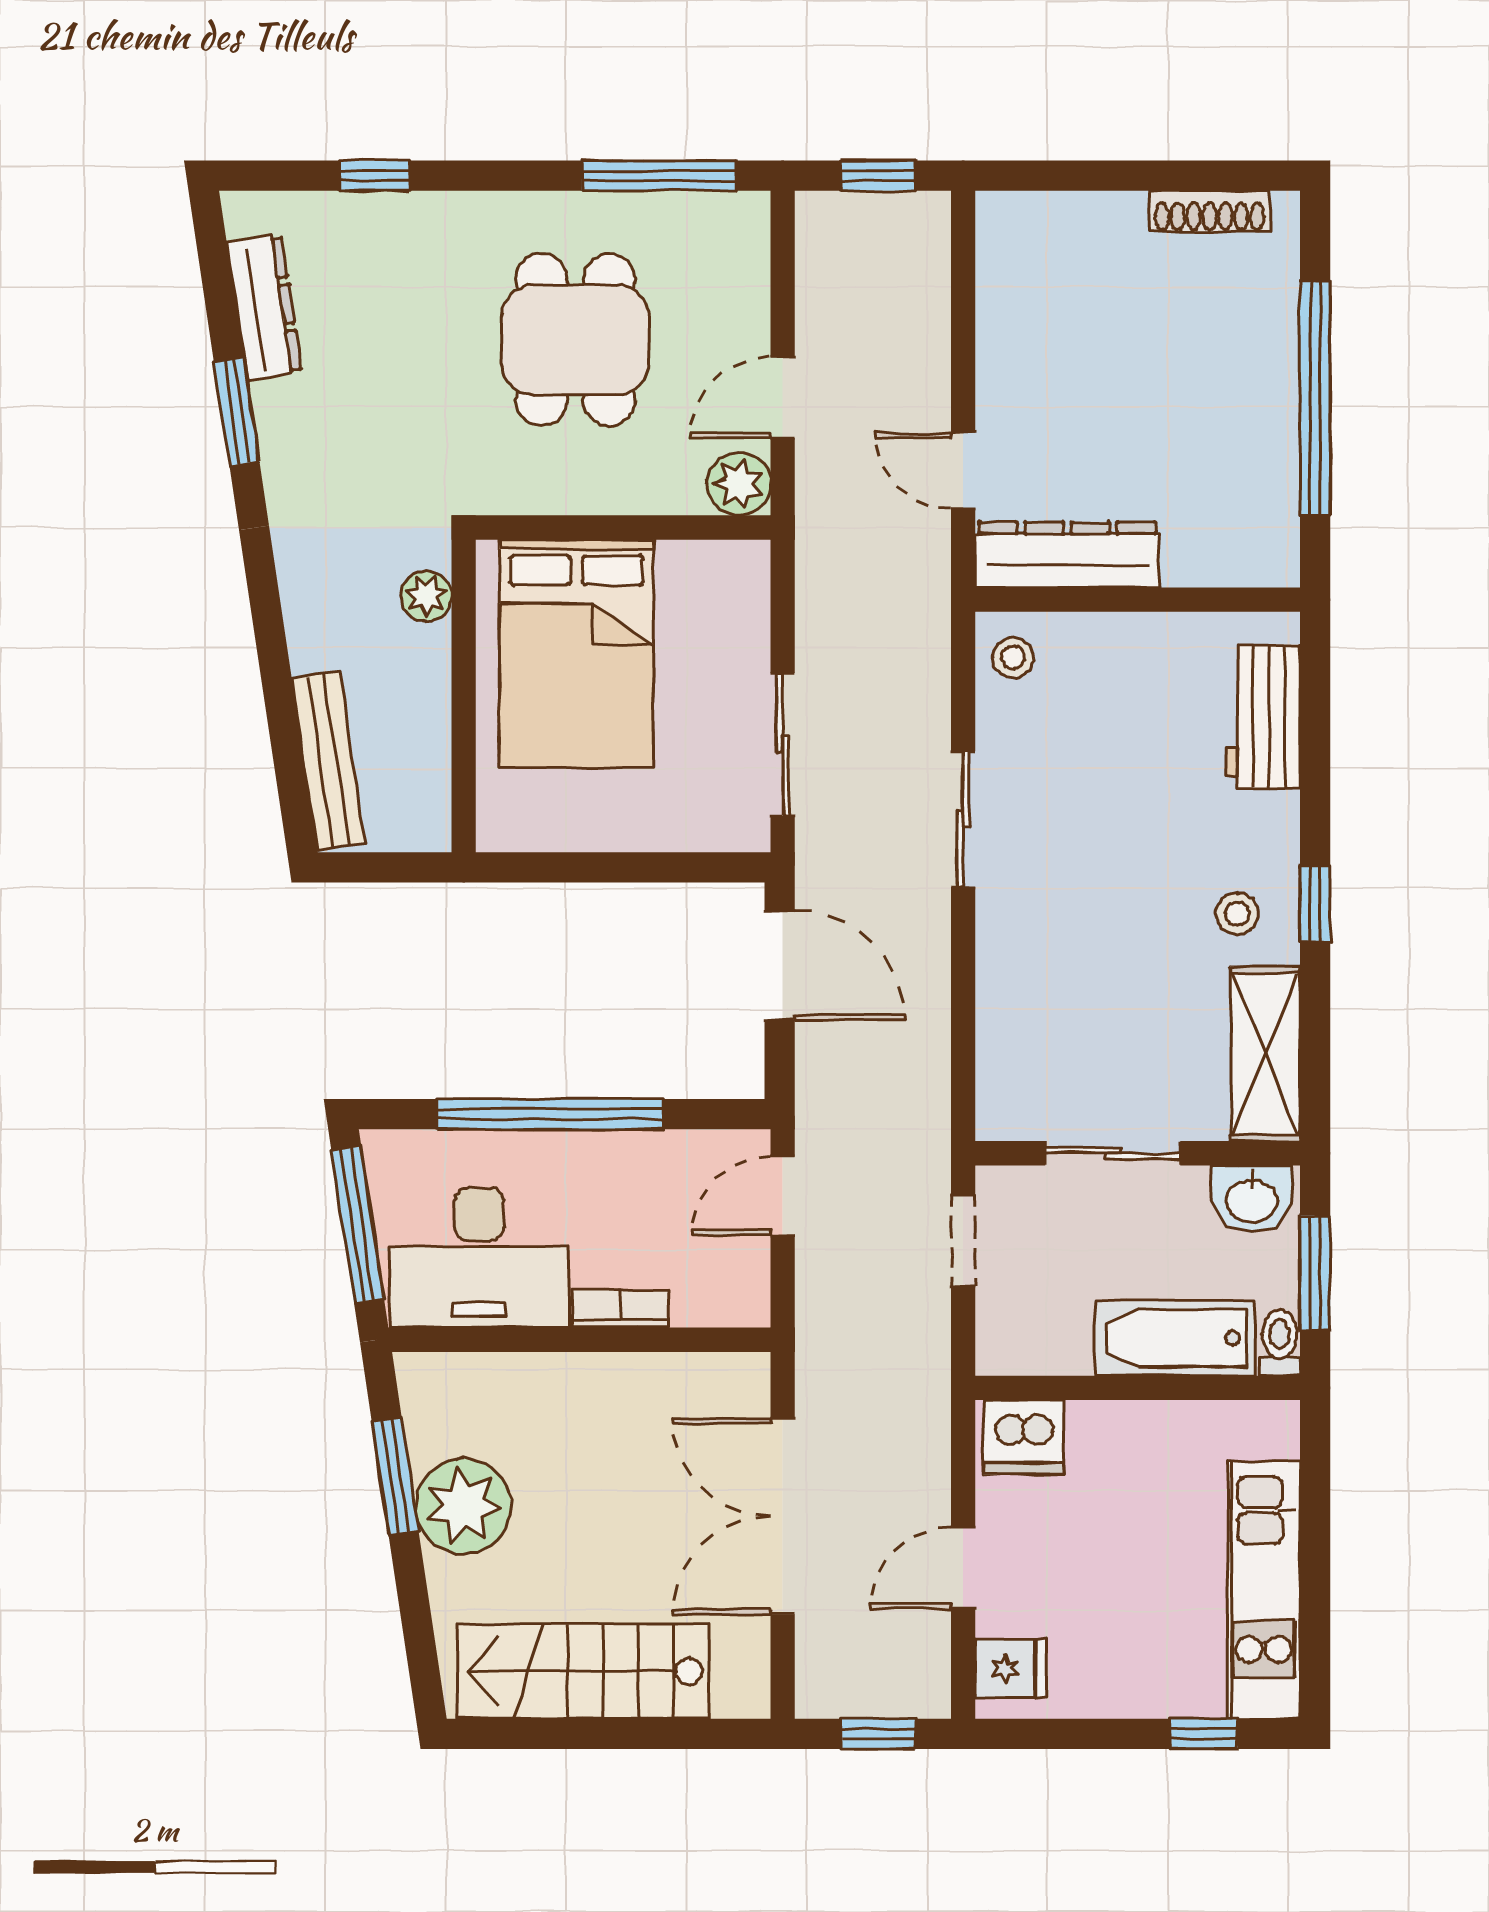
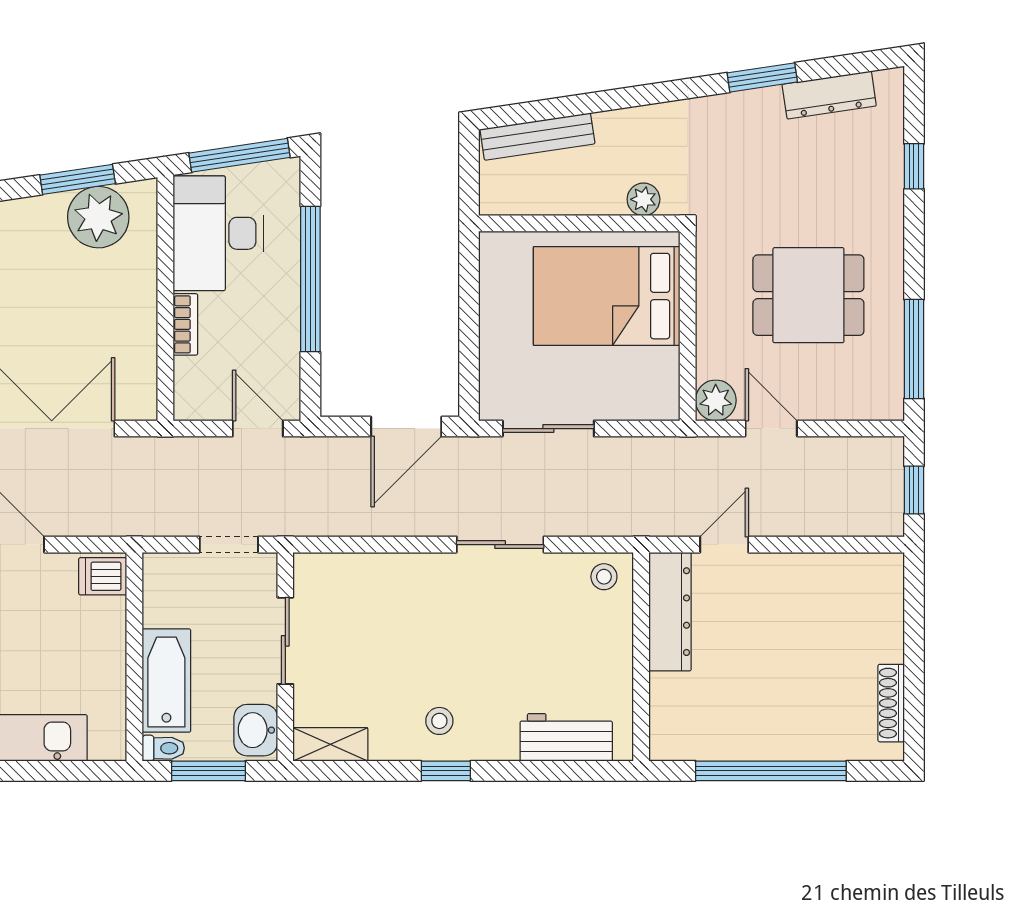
shelving: (1265, 1054) -> (330, 744), width x0.67, depth x0.75
dishwasher: (1023, 1437) -> (103, 576), width x0.73
plant: (463, 1506) -> (98, 217), moved

